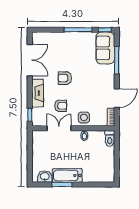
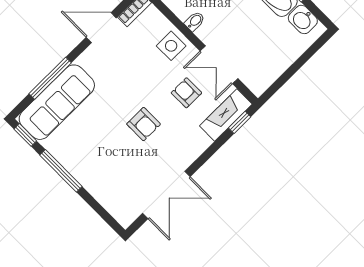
sofa: (105, 48) -> (57, 102), width x1.36
double door: (30, 60) -> (166, 195), swing flipped
fireplace: (38, 93) -> (226, 115), moved

